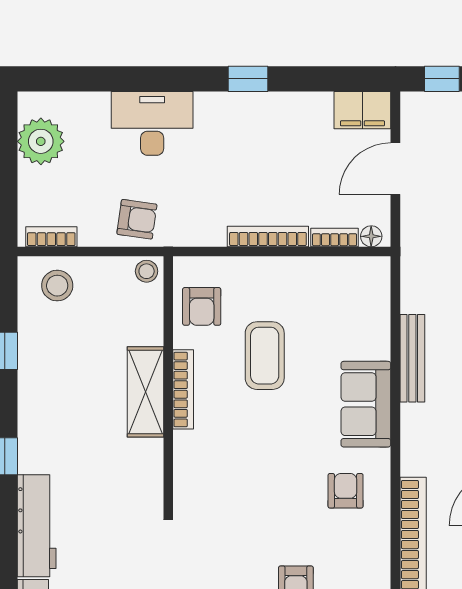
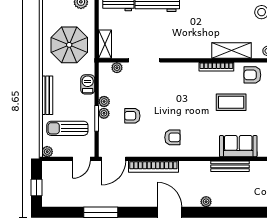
shelving: (145, 392) -> (232, 50), moved
sofa: (366, 404) -> (238, 146), moved

